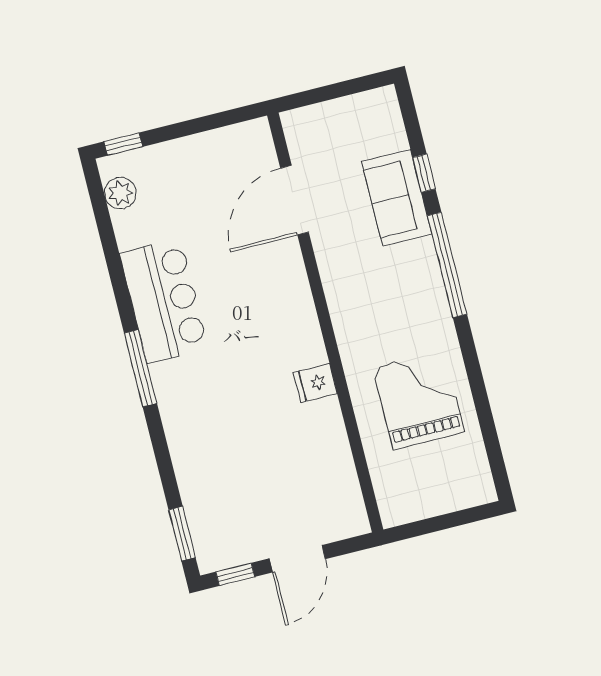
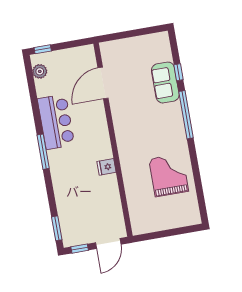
door: (295, 200) -> (103, 83), moved
wall: (325, 323) -> (113, 140), moved
fridge: (315, 383) -> (107, 167), moved

